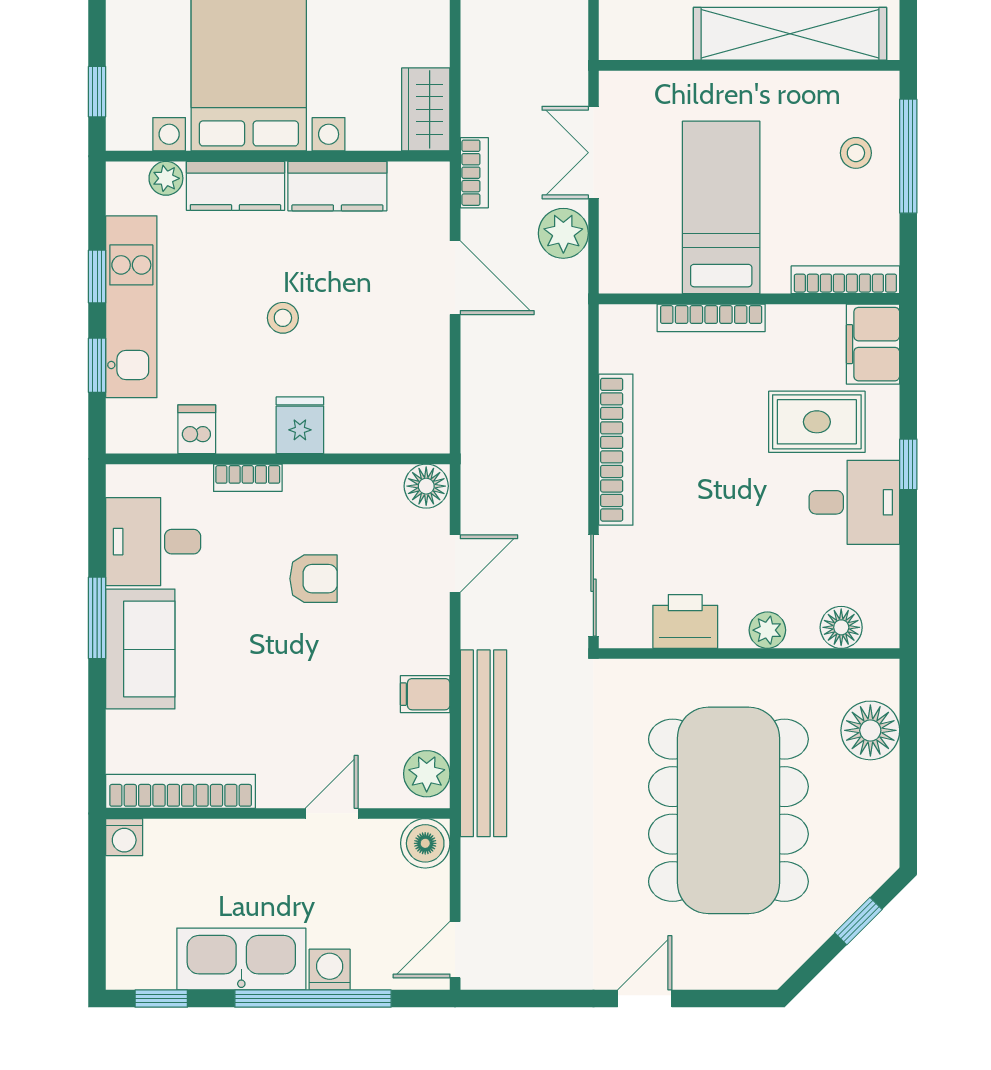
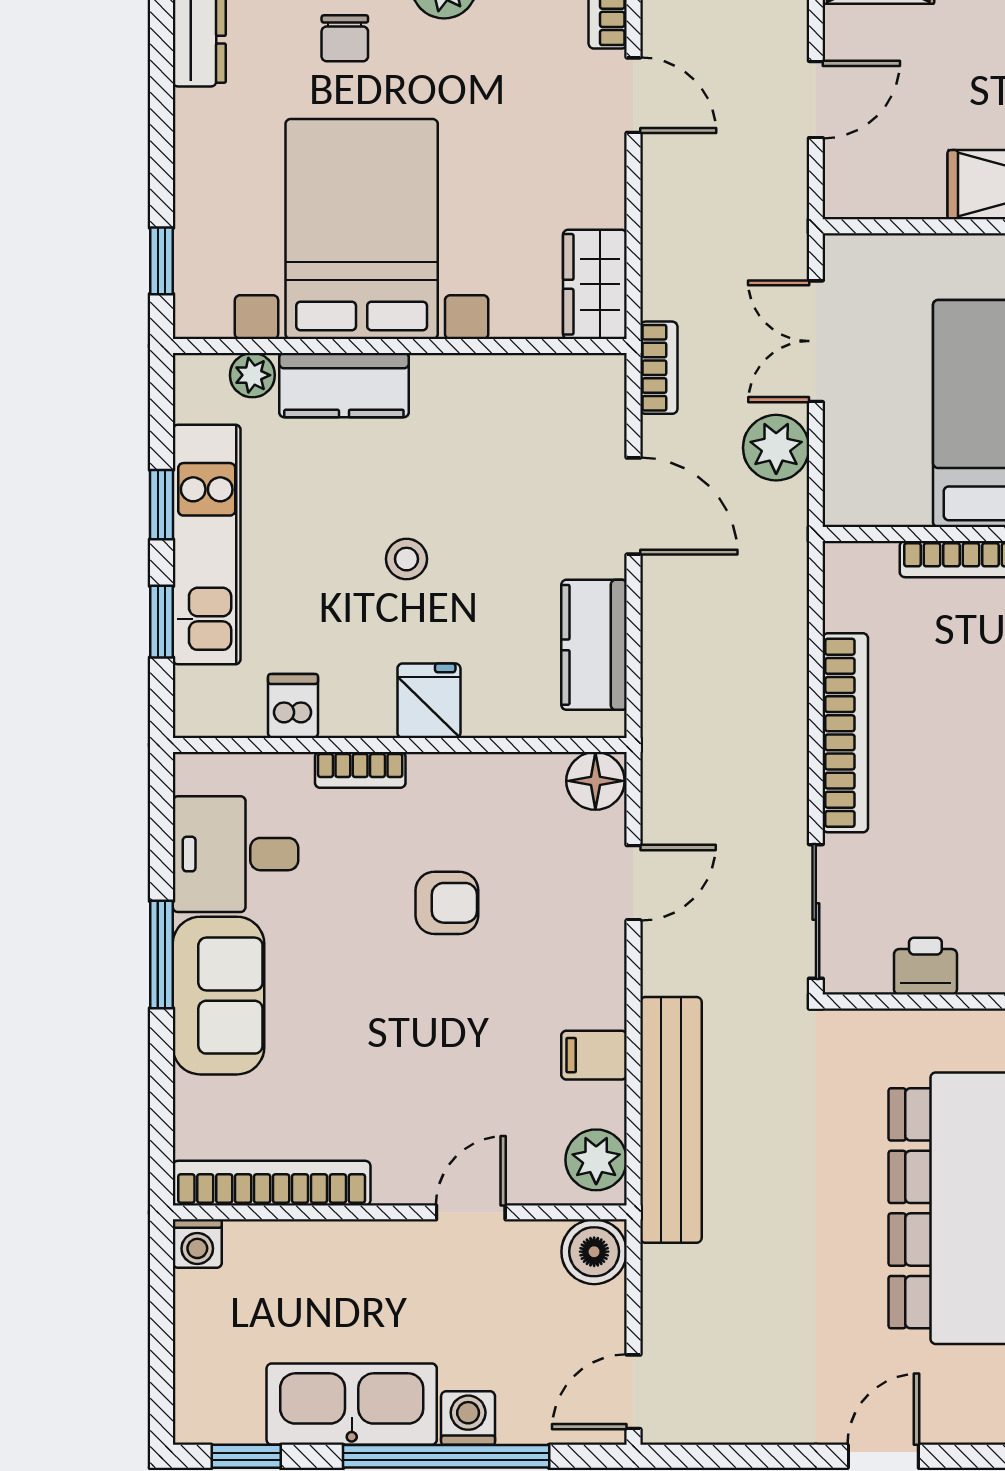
kitchen counter: (337, 186) -> (594, 645), moved, turned 90
printer: (685, 621) -> (925, 966), width x0.73, depth x0.81

